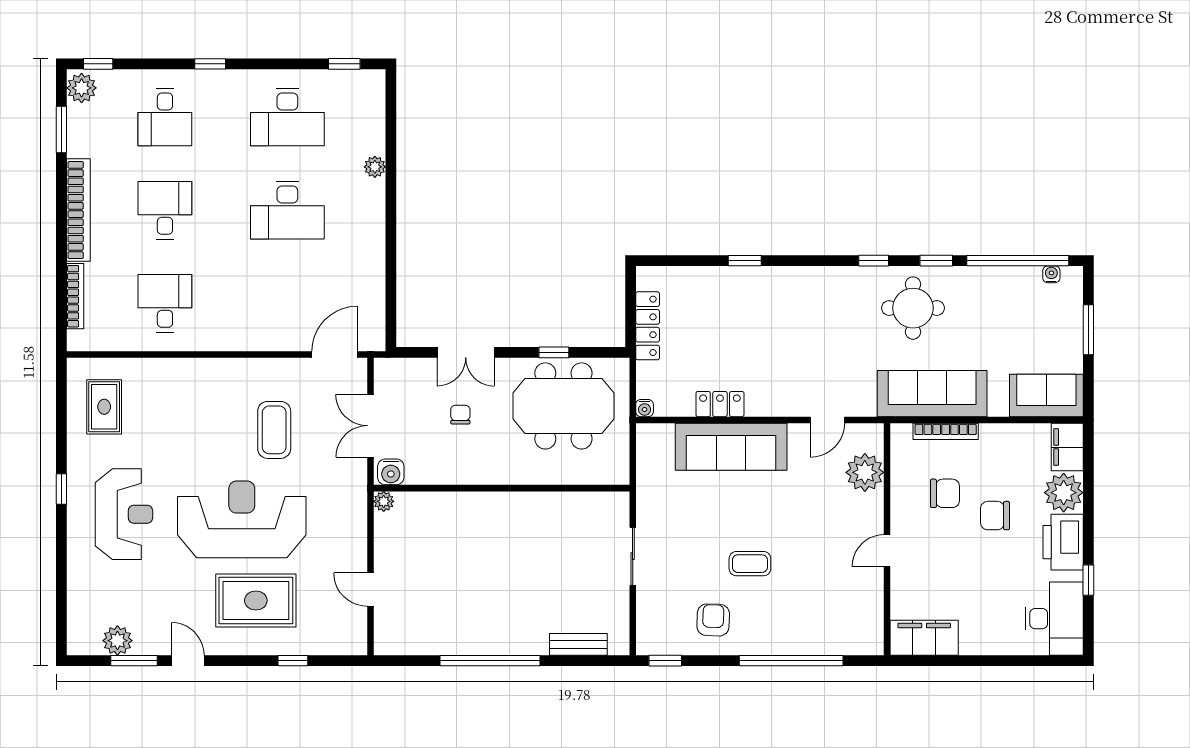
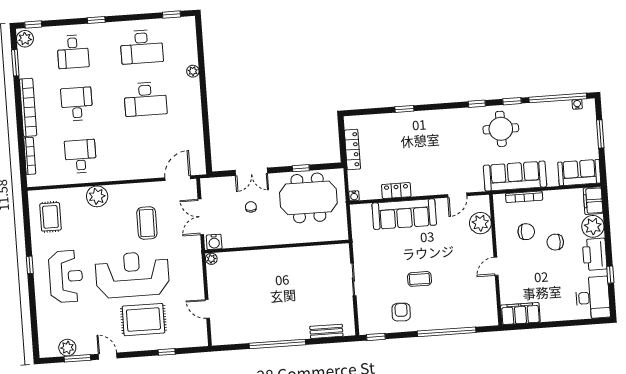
plant: (189, 376) -> (97, 196), added

